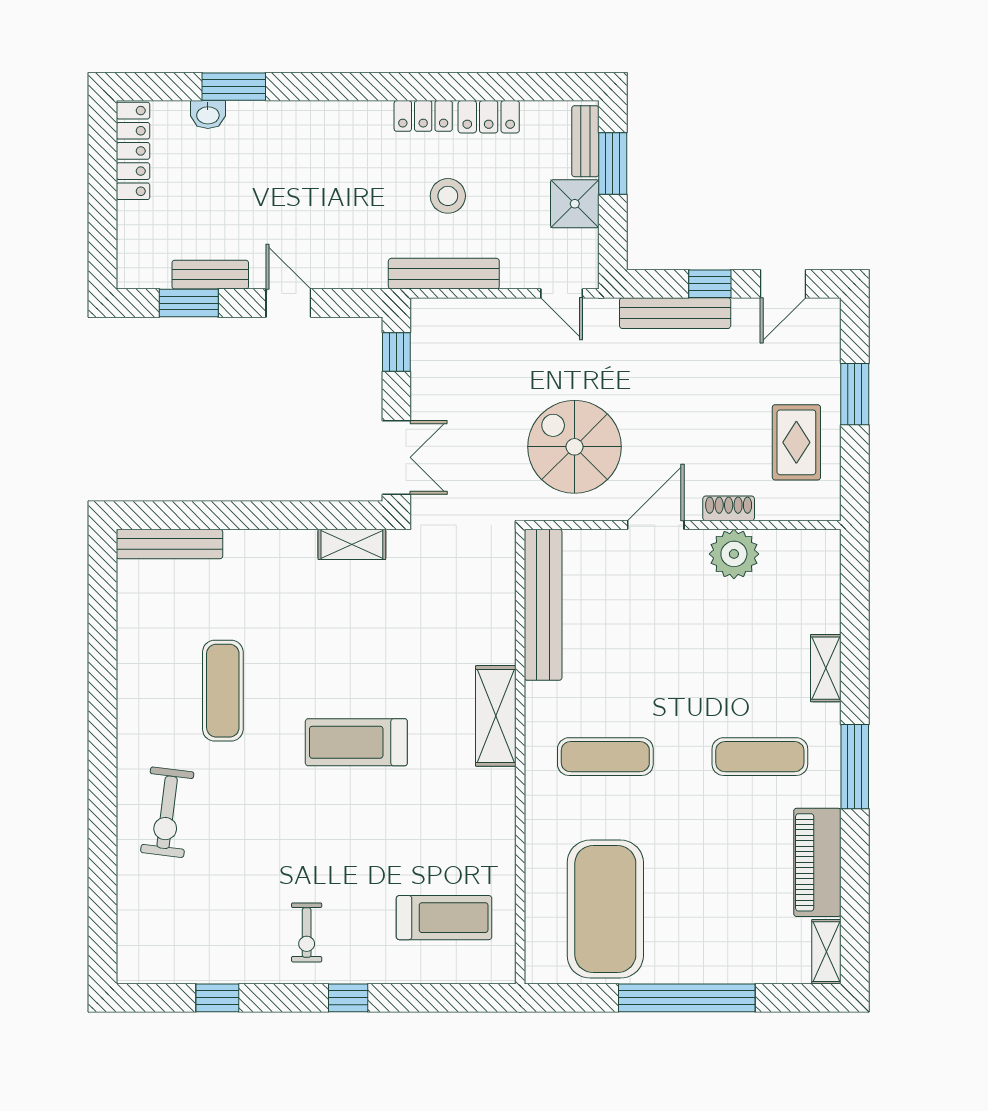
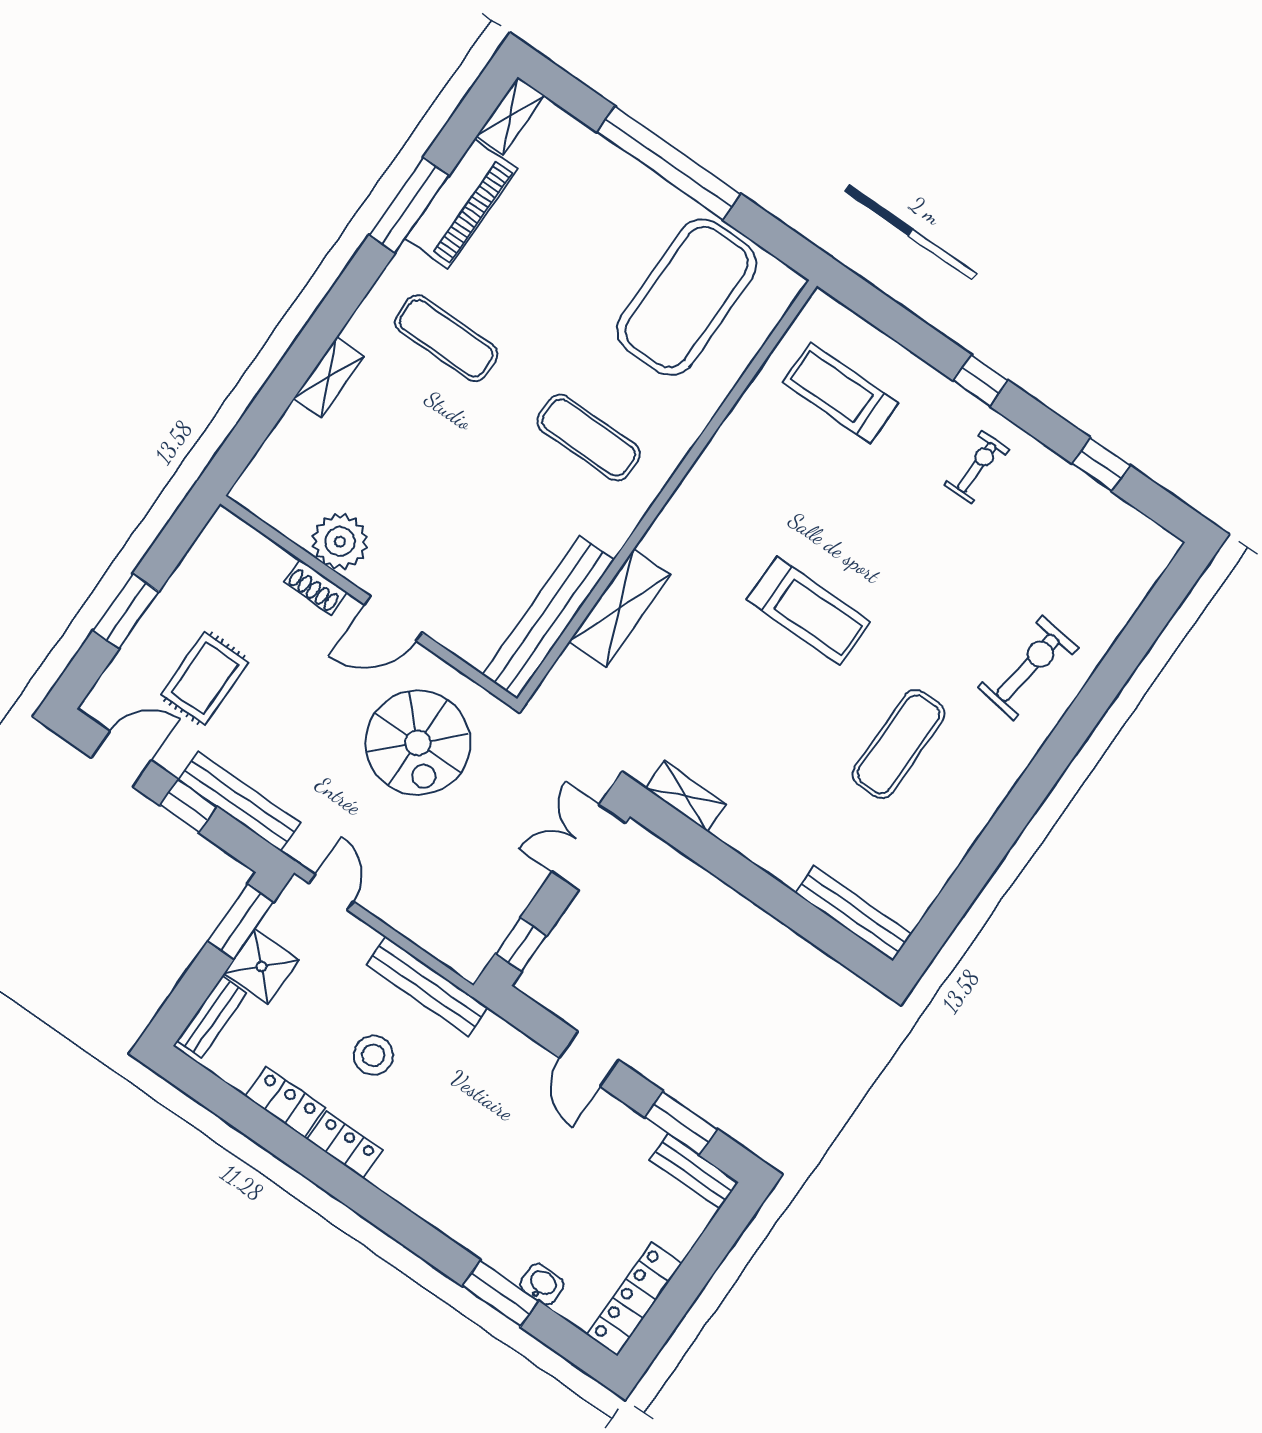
window: (613, 163) -> (241, 922), moved
bench: (210, 275) -> (694, 1171), moved
rug: (796, 442) -> (205, 678), moved
shelving: (496, 716) -> (620, 608), moved
window: (855, 767) -> (409, 205), moved

